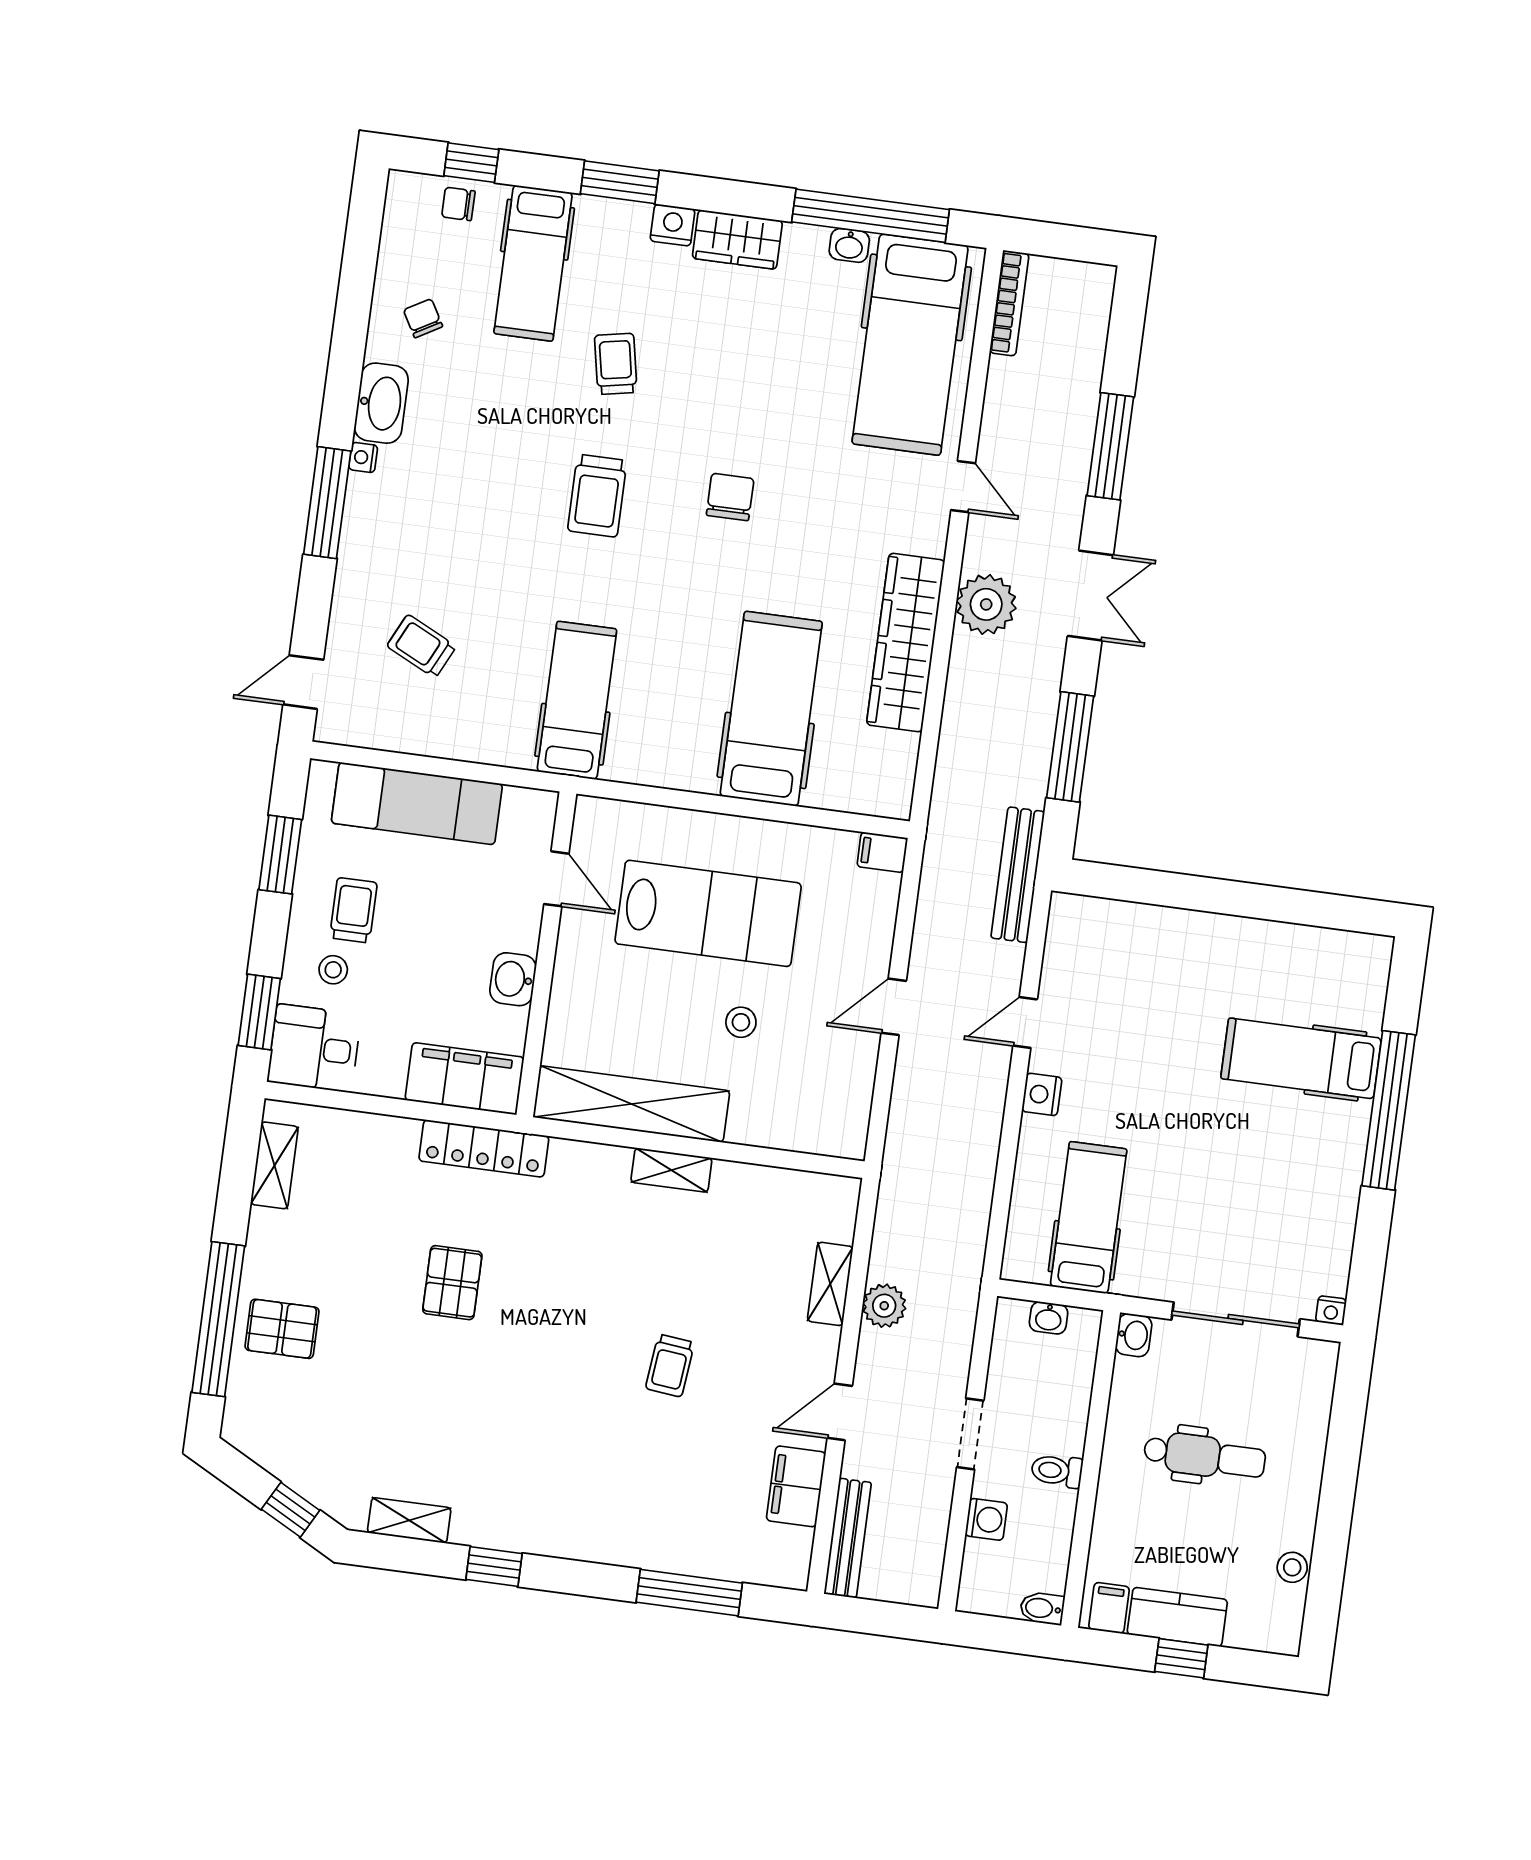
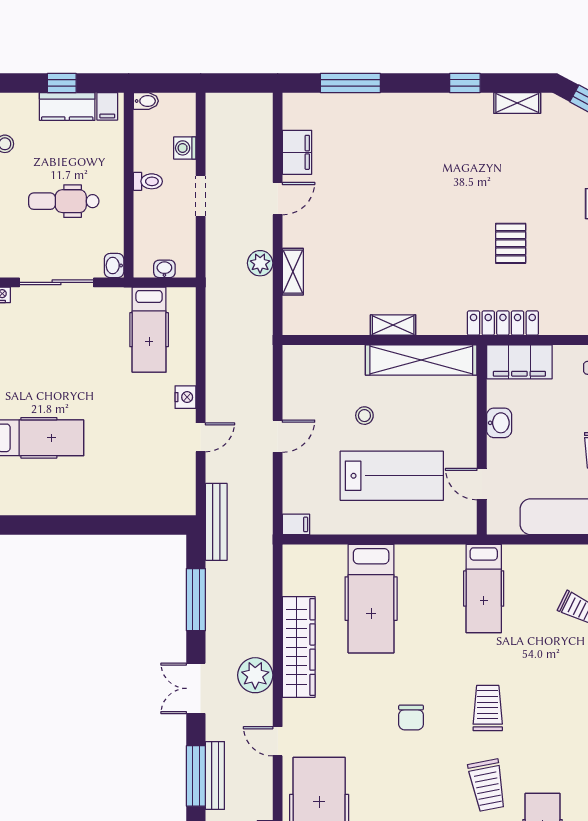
trolley: (616, 364) -> (487, 785), width x1.36, depth x1.39
lab bench: (708, 913) -> (392, 476), turned 180
trolley: (670, 1366) -> (379, 212), removed
bench: (848, 1538) -> (215, 775), moved

